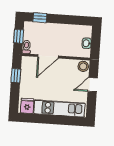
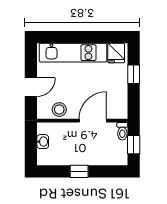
window: (40, 18) -> (79, 171), moved
stool: (83, 66) -> (59, 109), moved
window: (16, 76) -> (134, 74), moved

